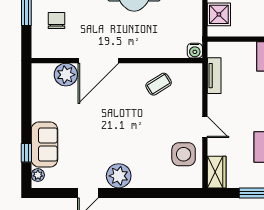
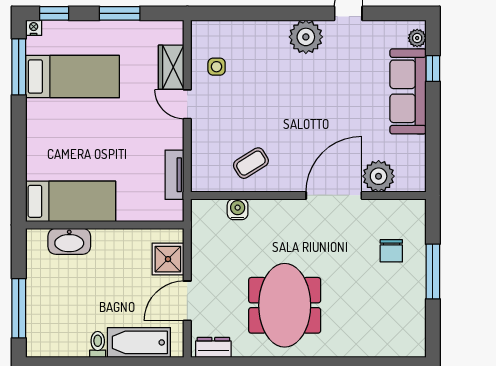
water cooler: (195, 51) -> (238, 209), moved
sofa: (44, 144) -> (408, 91), width x1.36
side table: (184, 154) -> (217, 67), width x0.54, depth x0.54
wardrobe: (217, 172) -> (171, 67), moved

